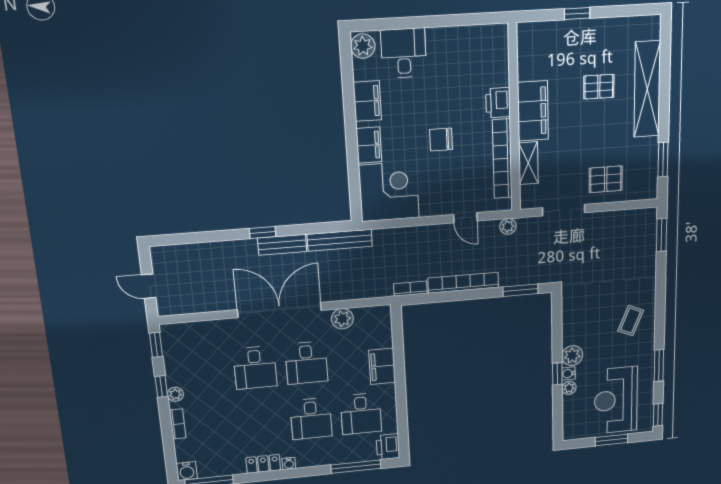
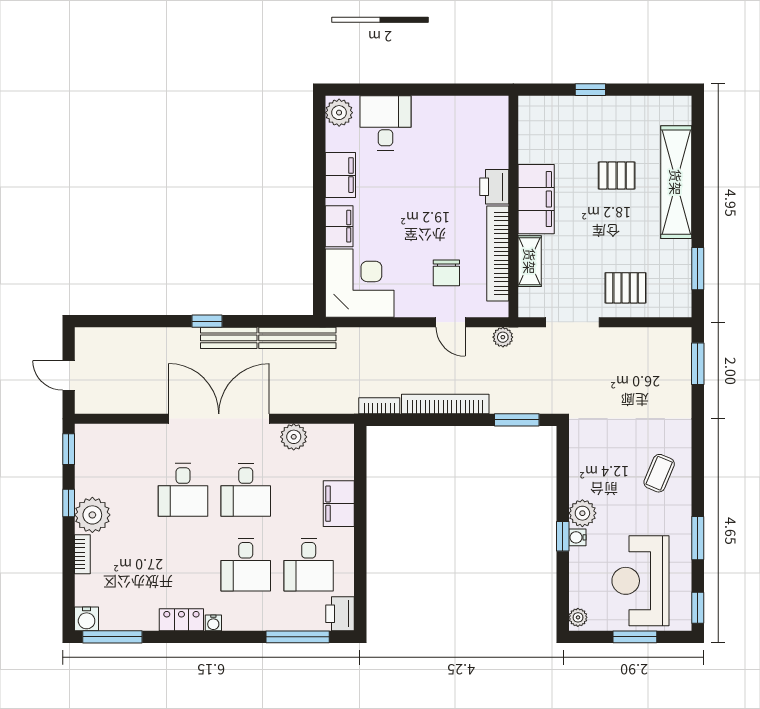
chair: (441, 140) -> (446, 273), moved, turned -90
plant: (569, 388) -> (578, 617), moved
plant: (175, 394) -> (92, 515), width x1.87, depth x1.87

